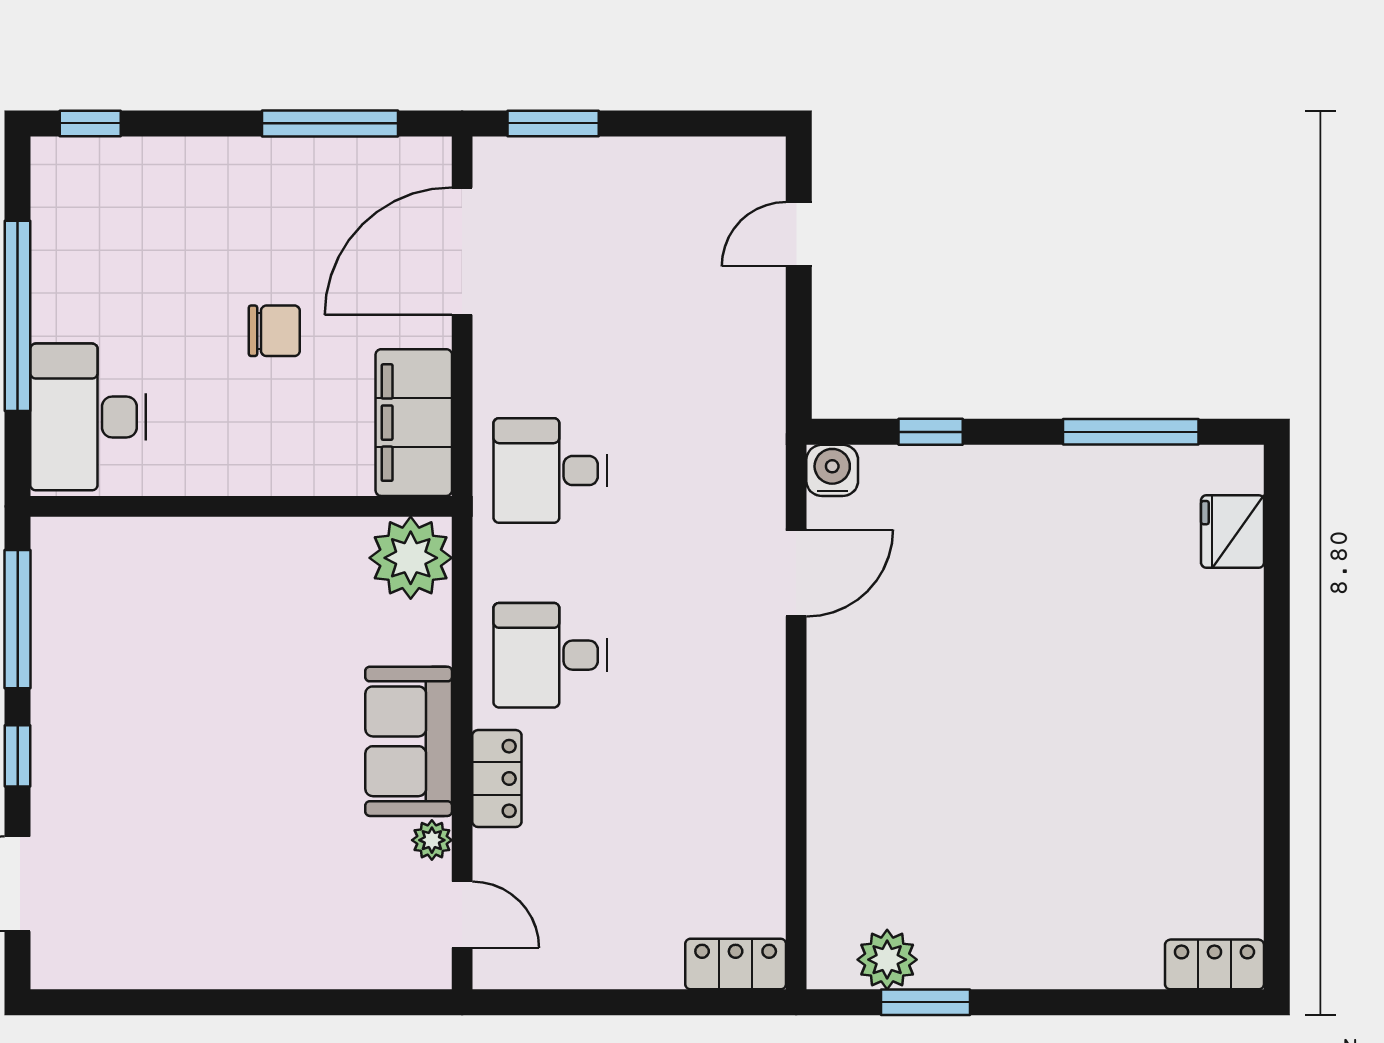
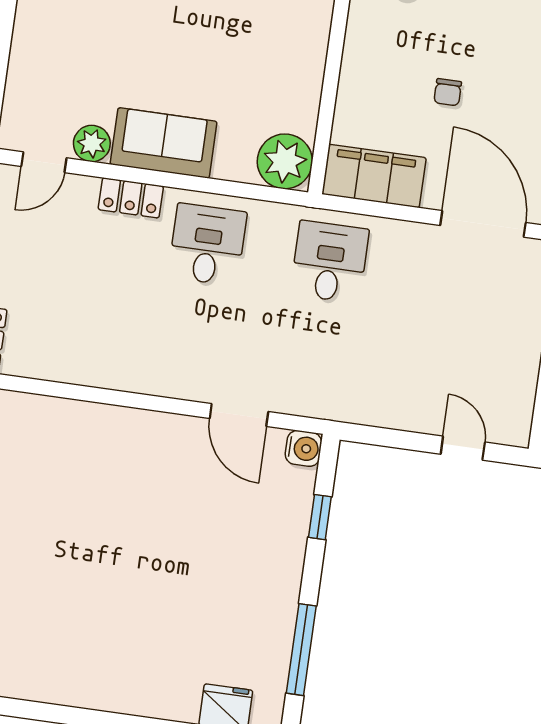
chair: (274, 331) -> (448, 92), width x0.73, depth x0.73
plant: (432, 840) -> (92, 144), width x1.38, depth x1.38

